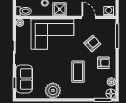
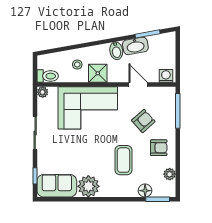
sofa: (24, 79) -> (57, 186), moved, turned -90
floor lamp: (111, 94) -> (145, 191), moved

